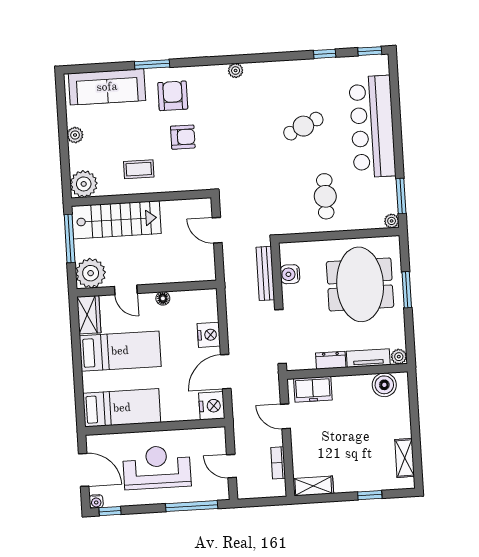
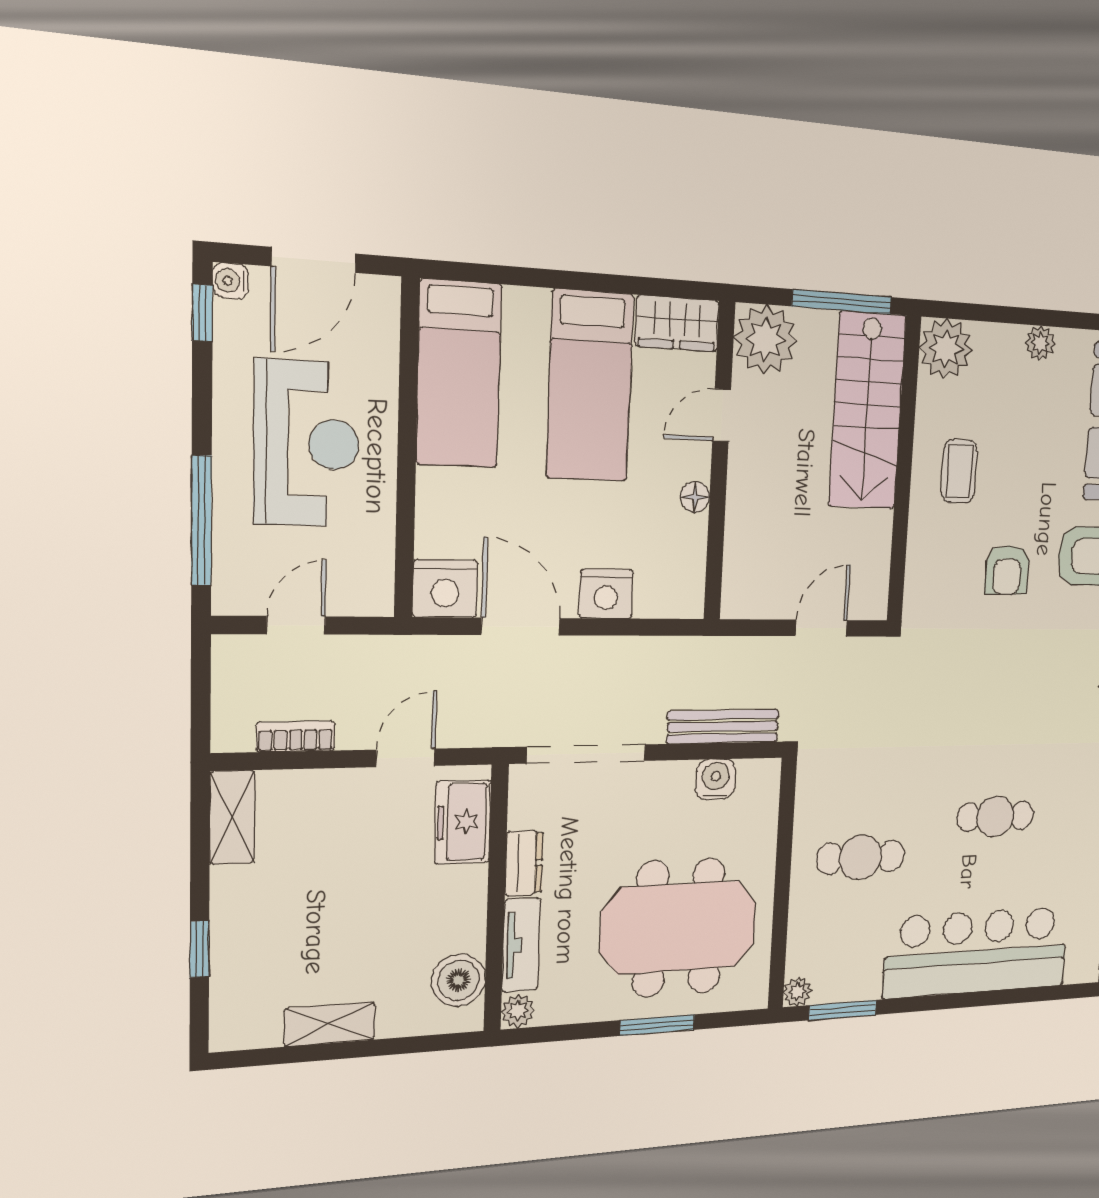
cafe table: (303, 126) -> (995, 816), turned -65
shelving: (405, 458) -> (330, 1024), moved

